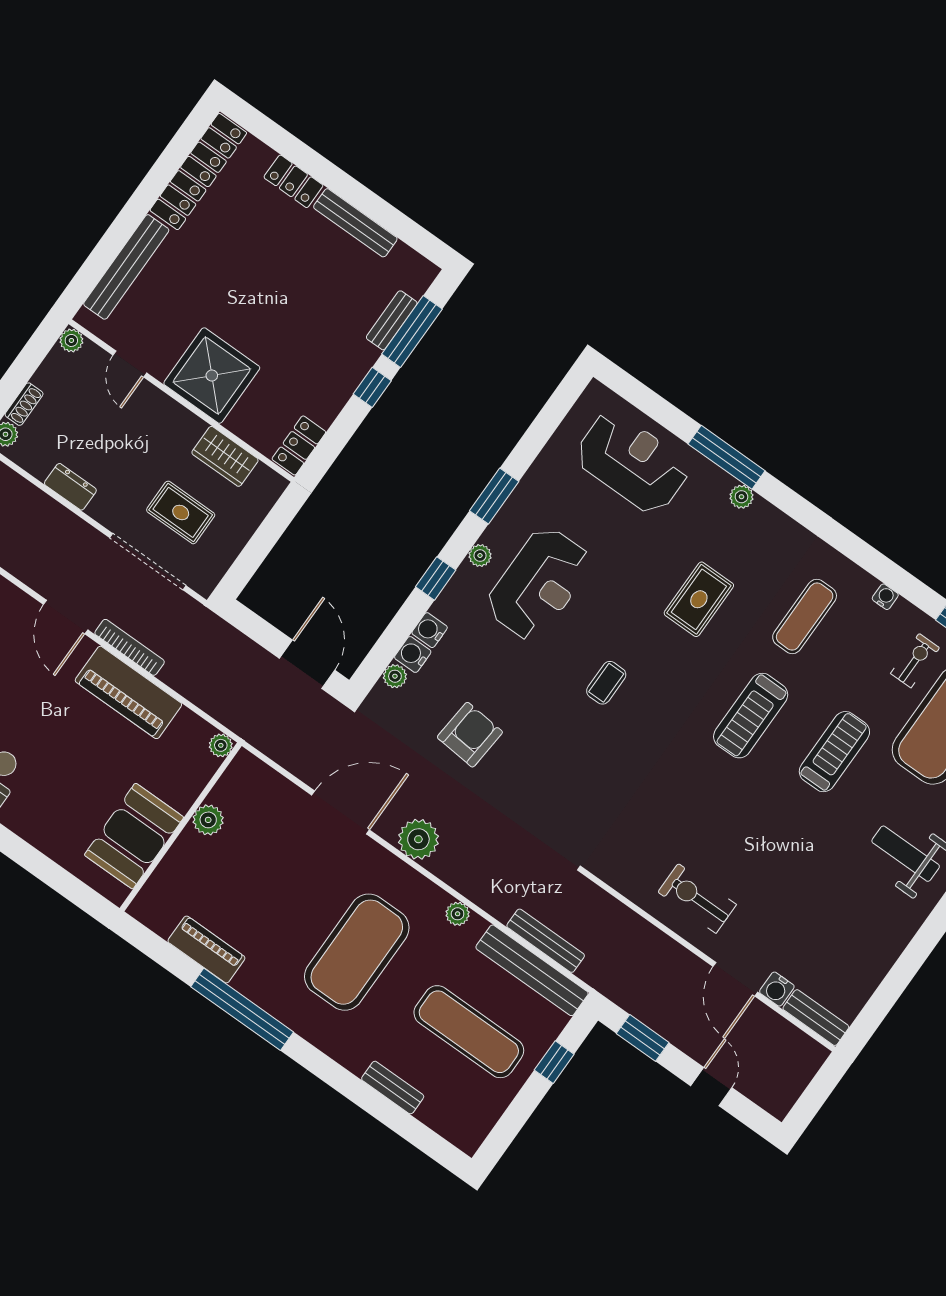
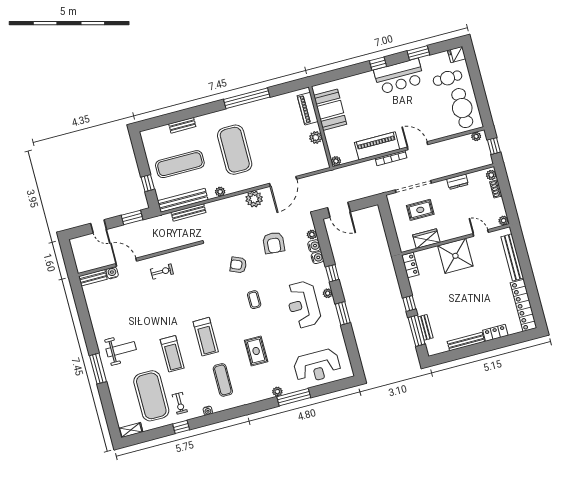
treadmill: (751, 716) -> (206, 337), turned 180
armchair: (566, 766) -> (238, 265), added
exercise bike: (697, 898) -> (162, 272), width x0.73, depth x0.72
piano: (206, 950) -> (308, 109), moved, turned 90

